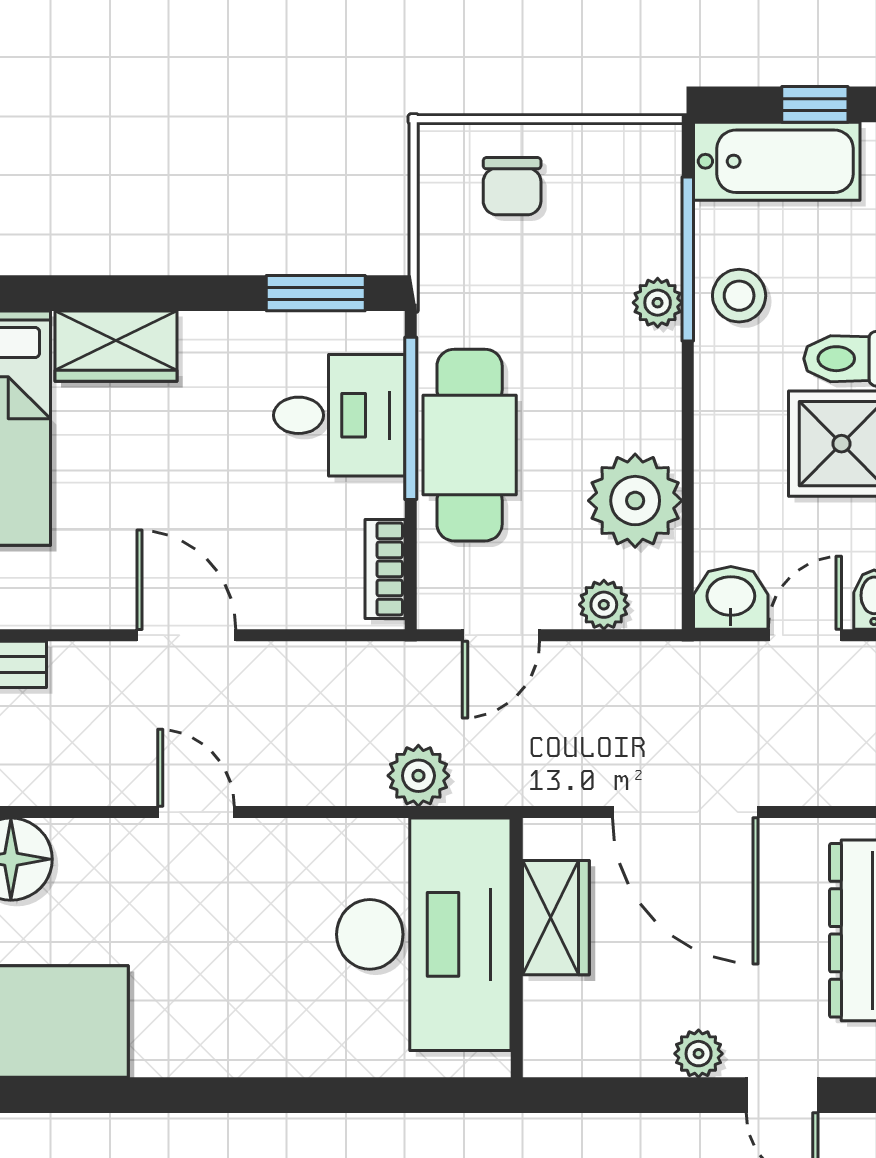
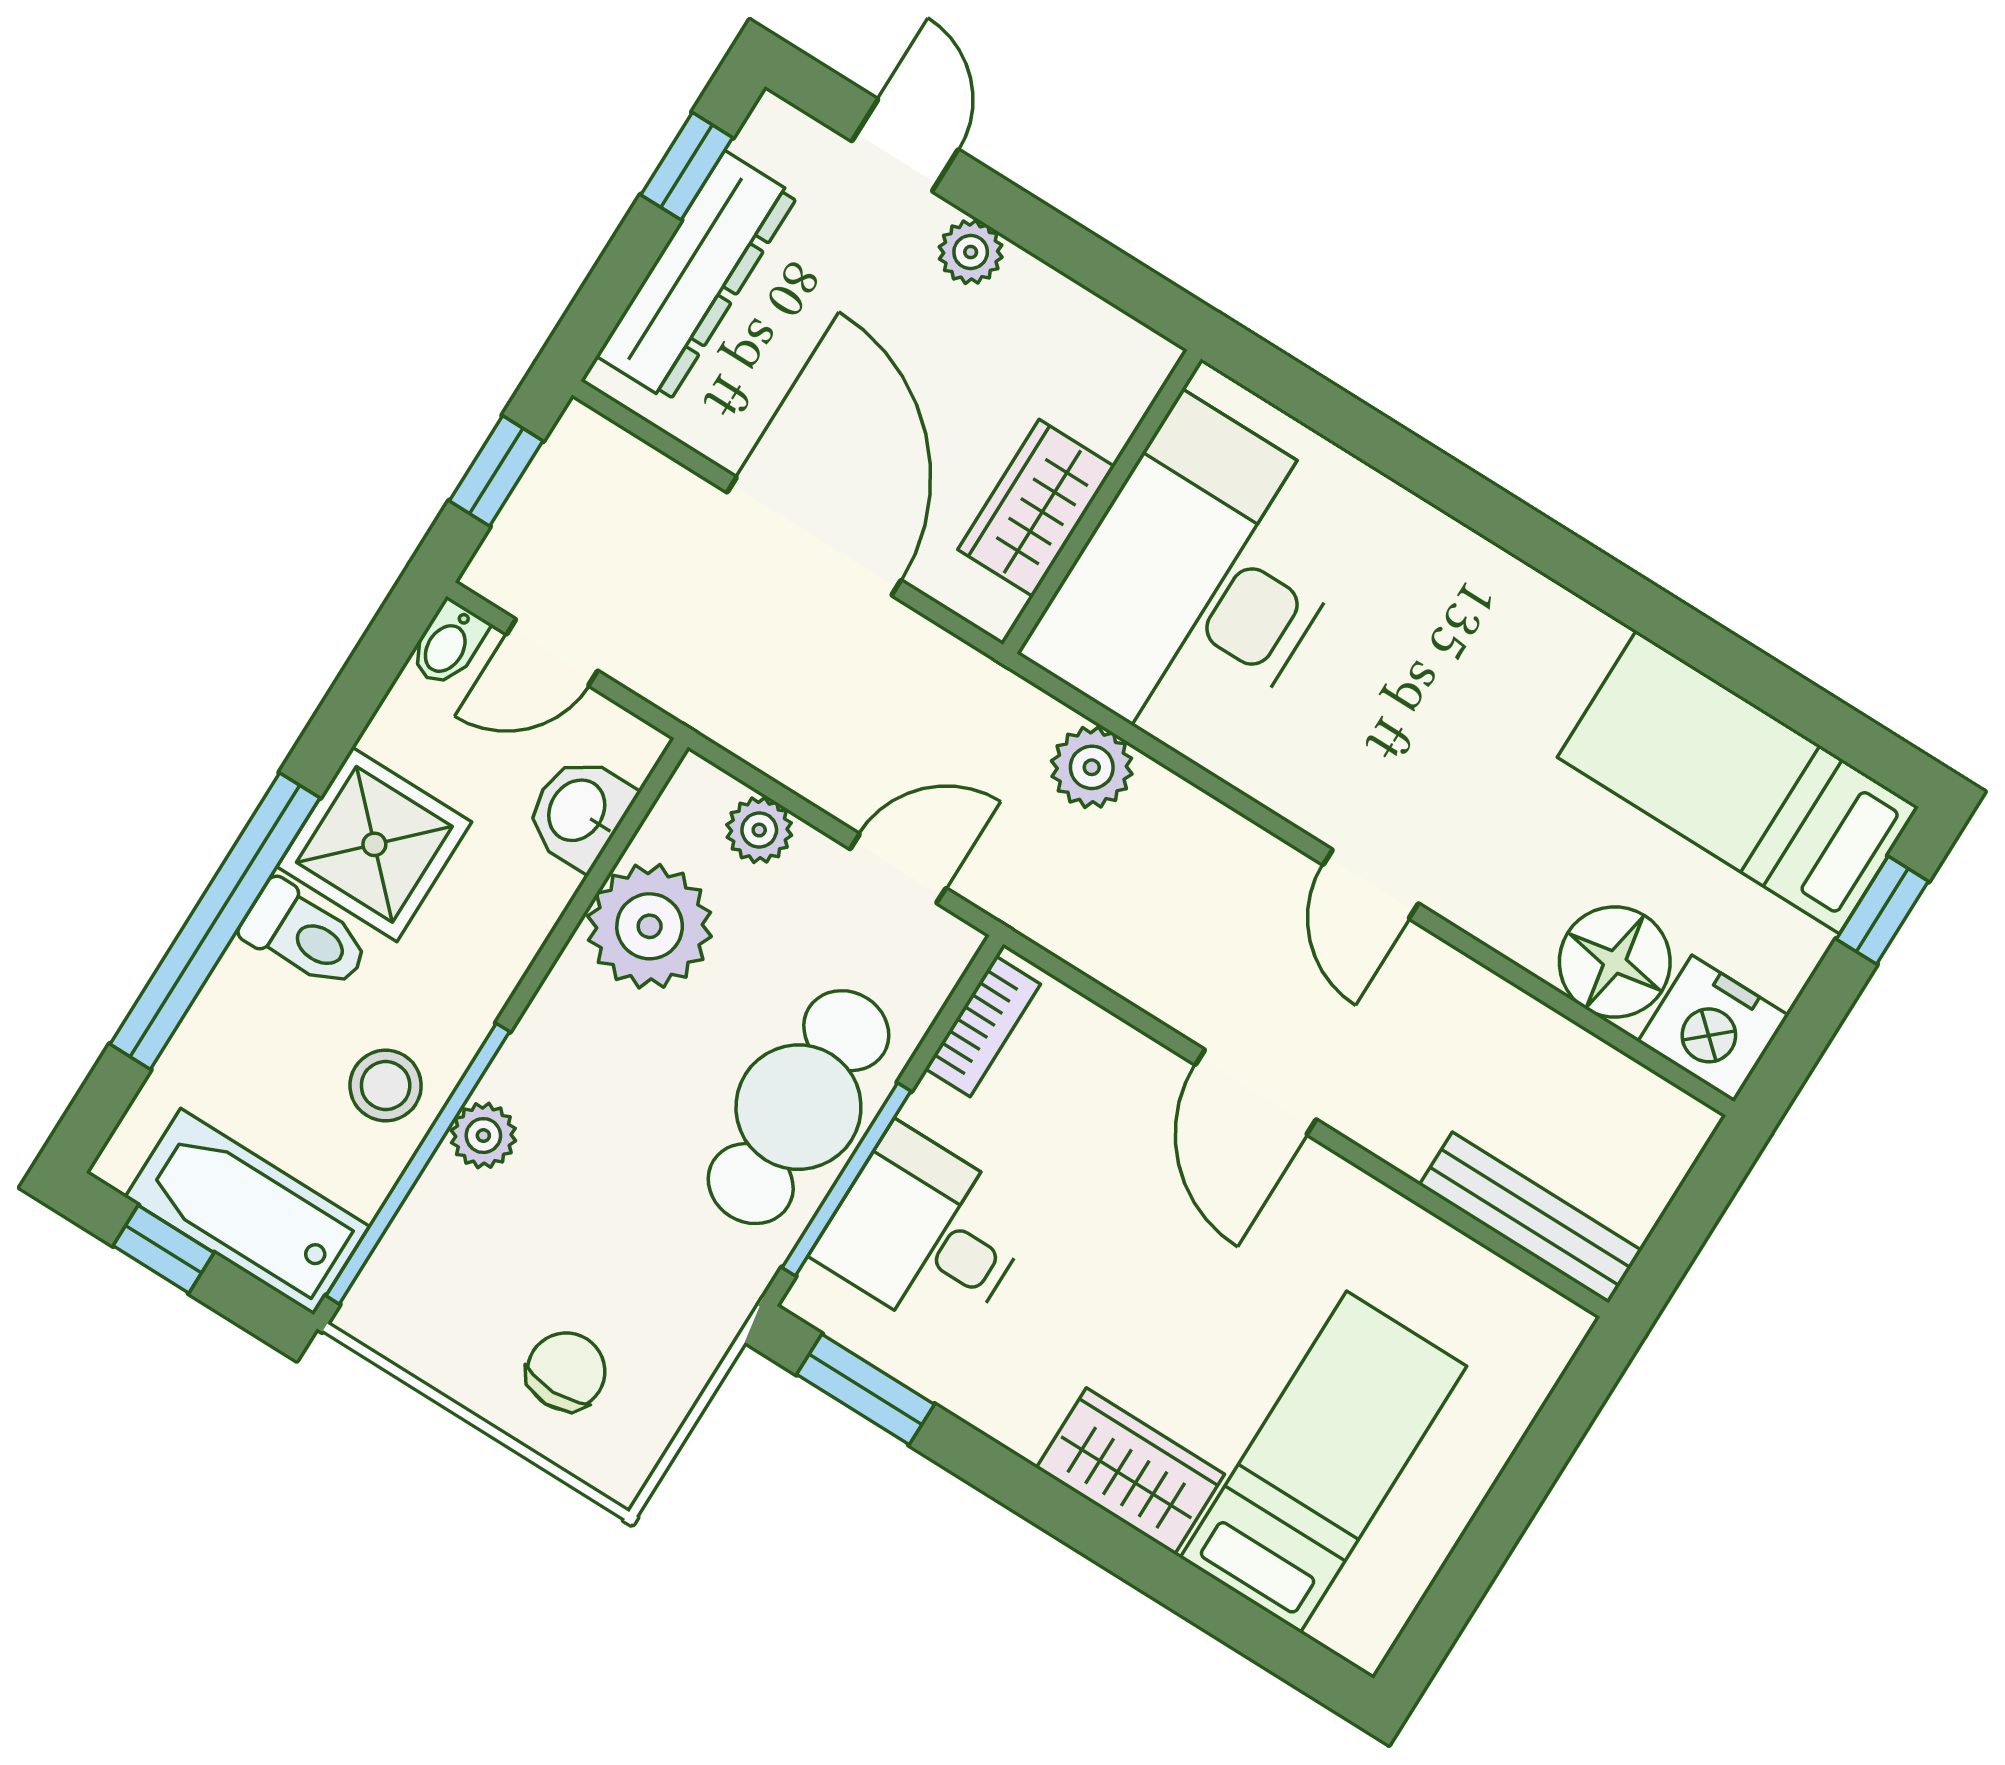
window: (688, 259) -> (418, 1164), width x1.46
washbasin: (731, 598) -> (579, 812), moved, turned 90

